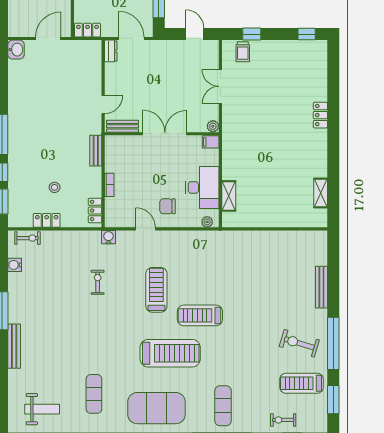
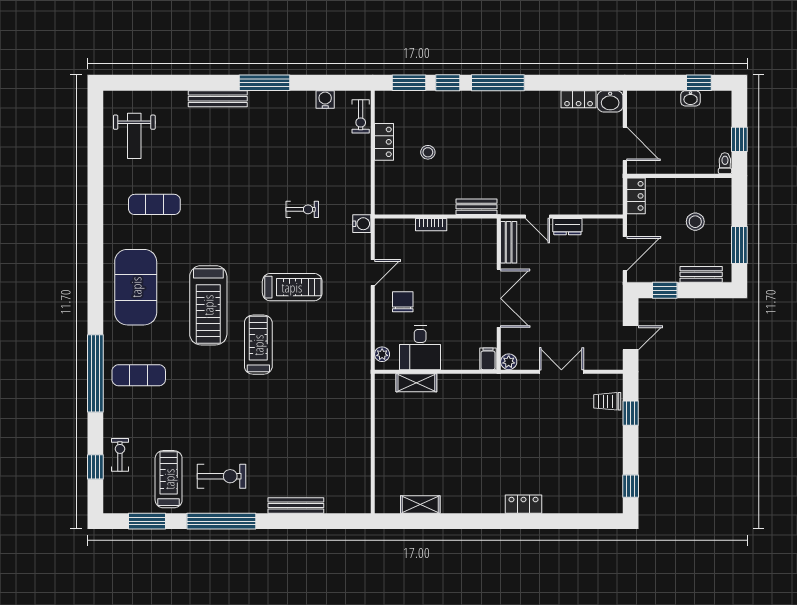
dresser: (111, 51) -> (567, 227), moved
desk: (202, 187) -> (420, 348), width x0.73
locker: (95, 210) -> (579, 99), moved, turned 180
exercise bike: (299, 343) -> (221, 476), turned 73

